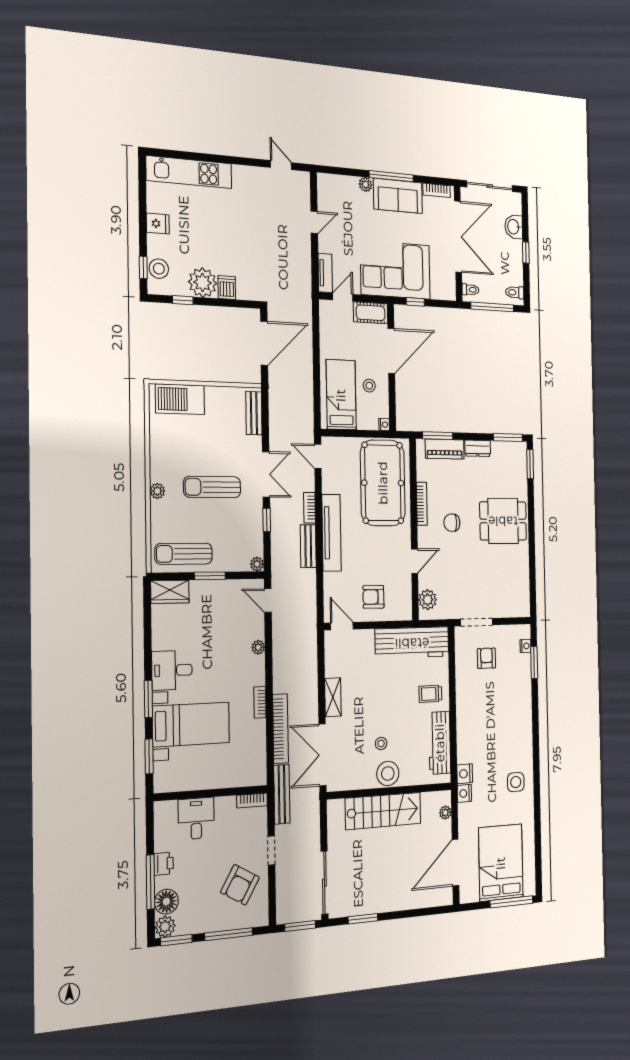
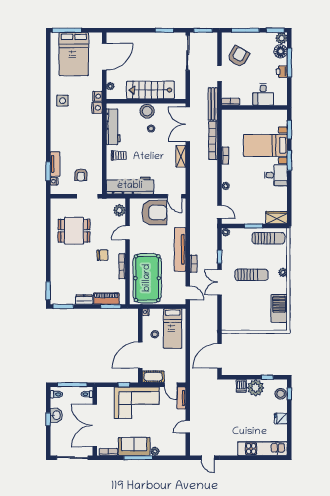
washbasin: (514, 227) -> (56, 415), moved
door: (343, 297) -> (171, 385), hinge flipped
barbecue: (180, 399) -> (279, 308), moved, turned -90
bench: (254, 413) -> (226, 316), removed
dining table: (503, 521) -> (74, 231), moved
bench: (308, 546) -> (195, 242), removed
armchair: (373, 597) -> (154, 213), width x1.88, depth x1.88
tv unit: (525, 675) -> (55, 164), added
double door: (322, 755) -> (188, 124), swing flipped

